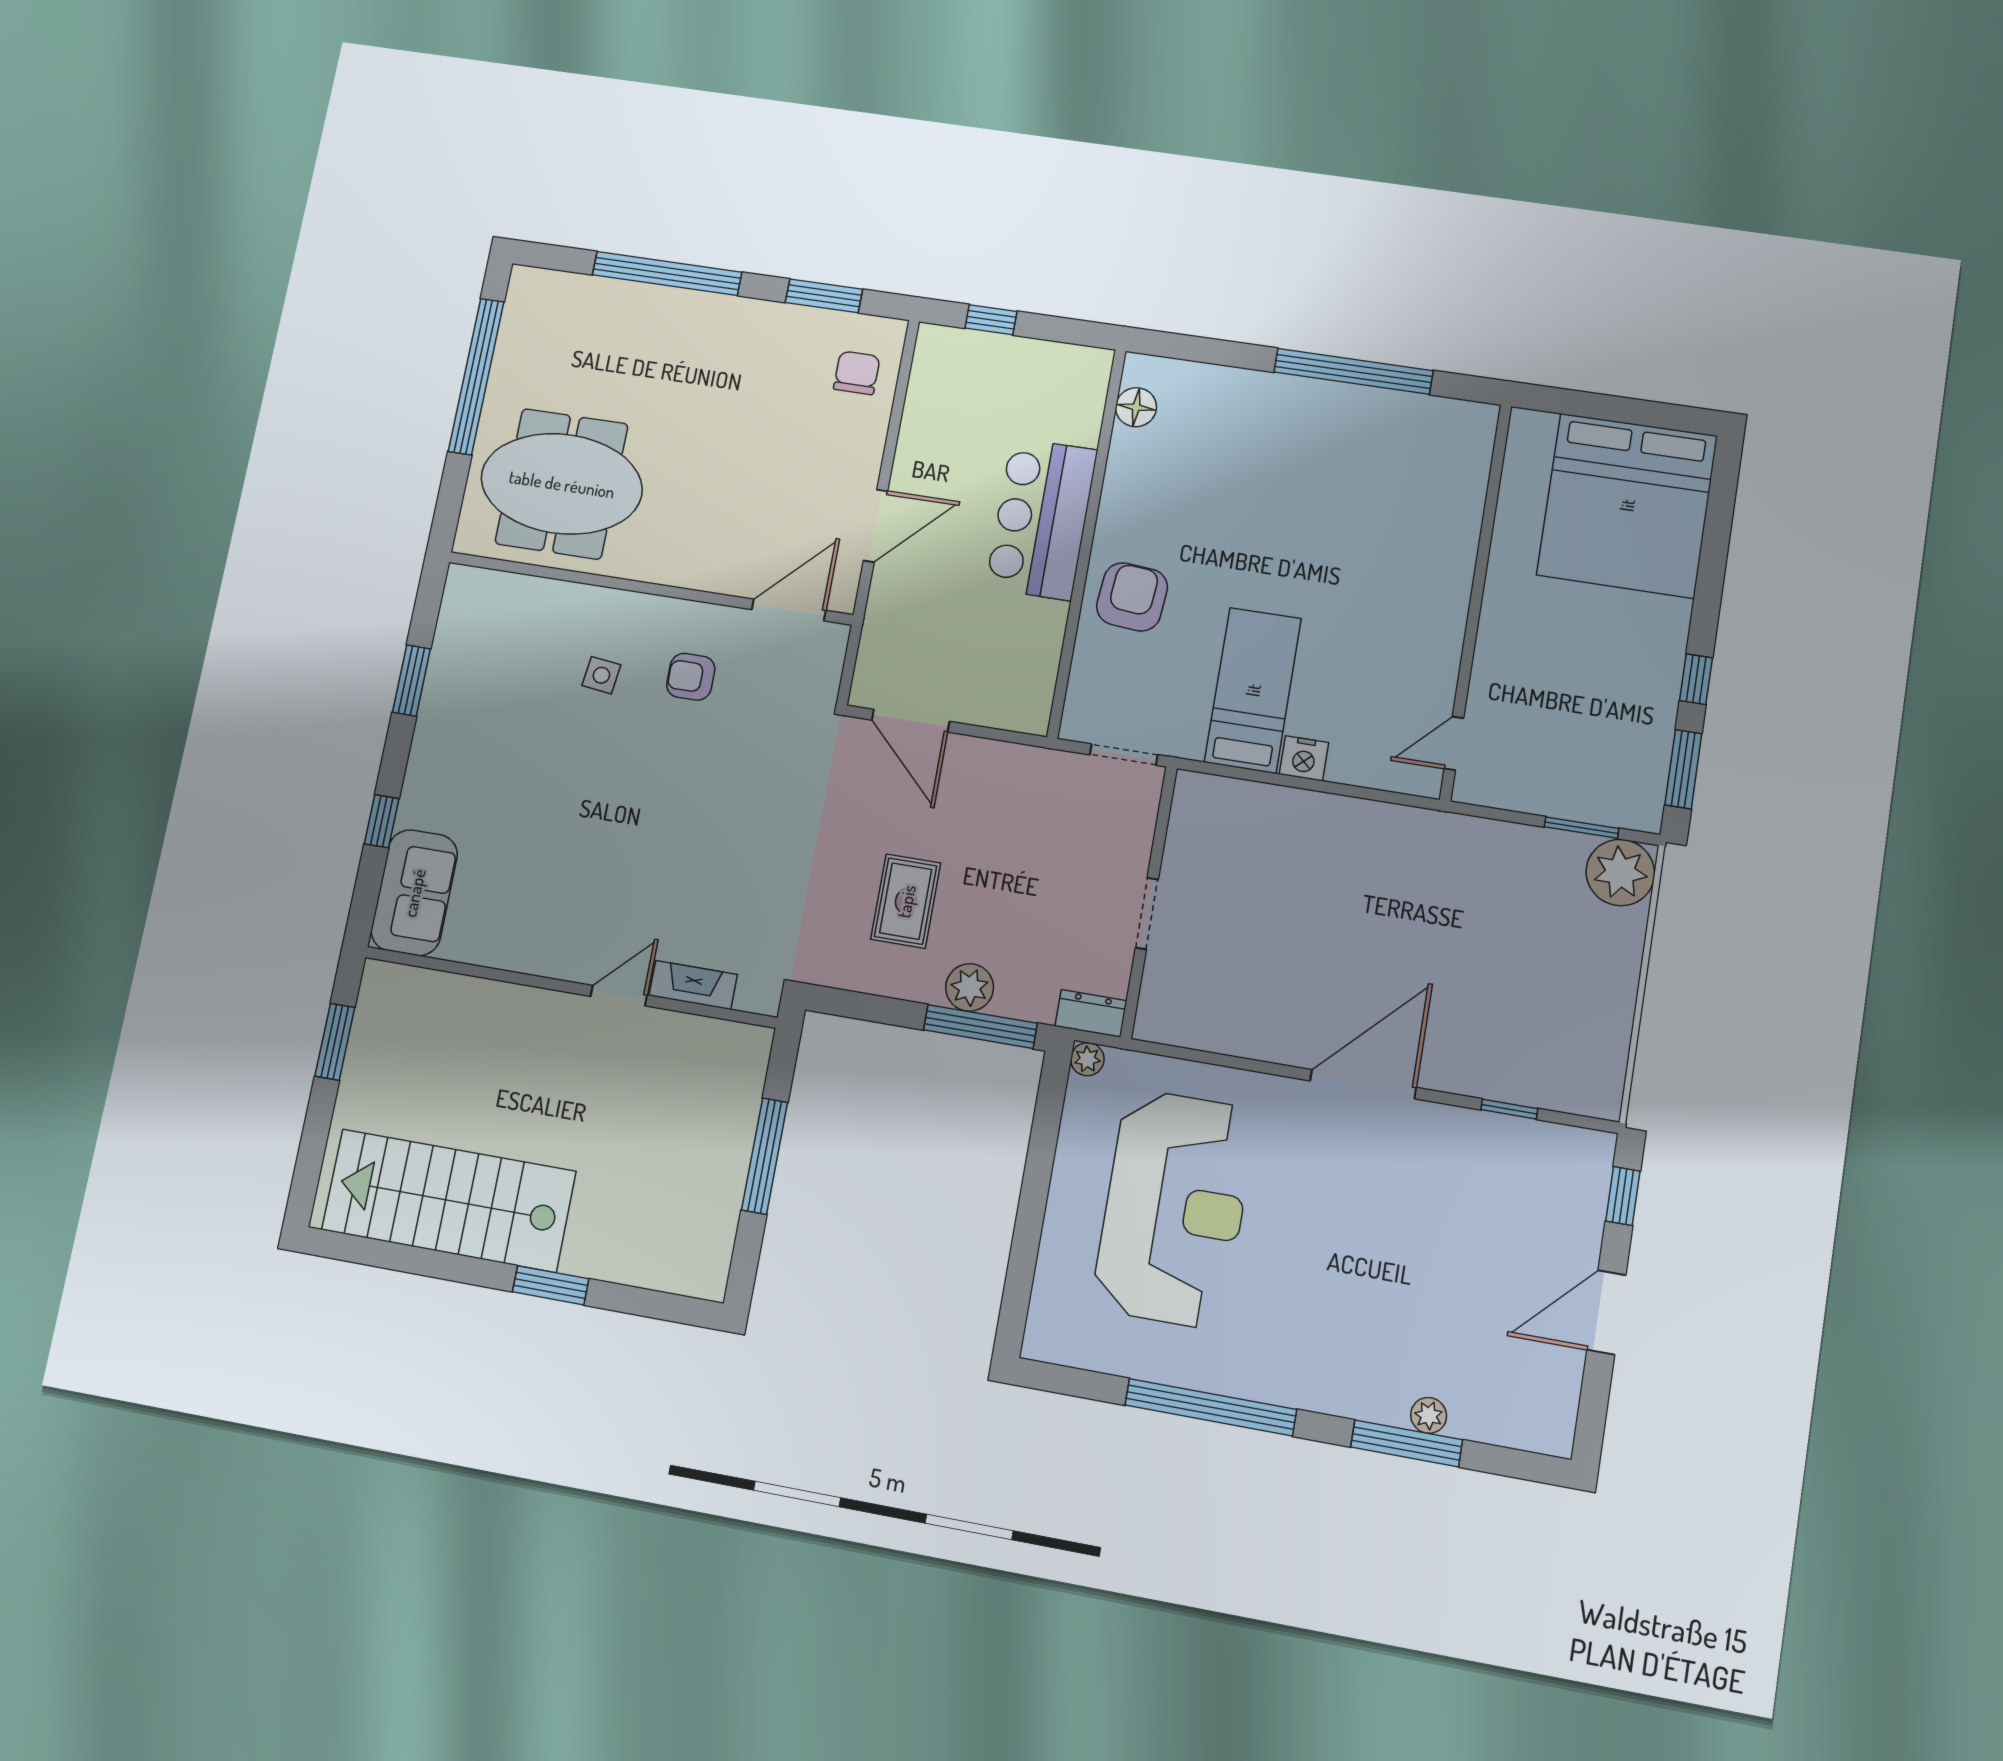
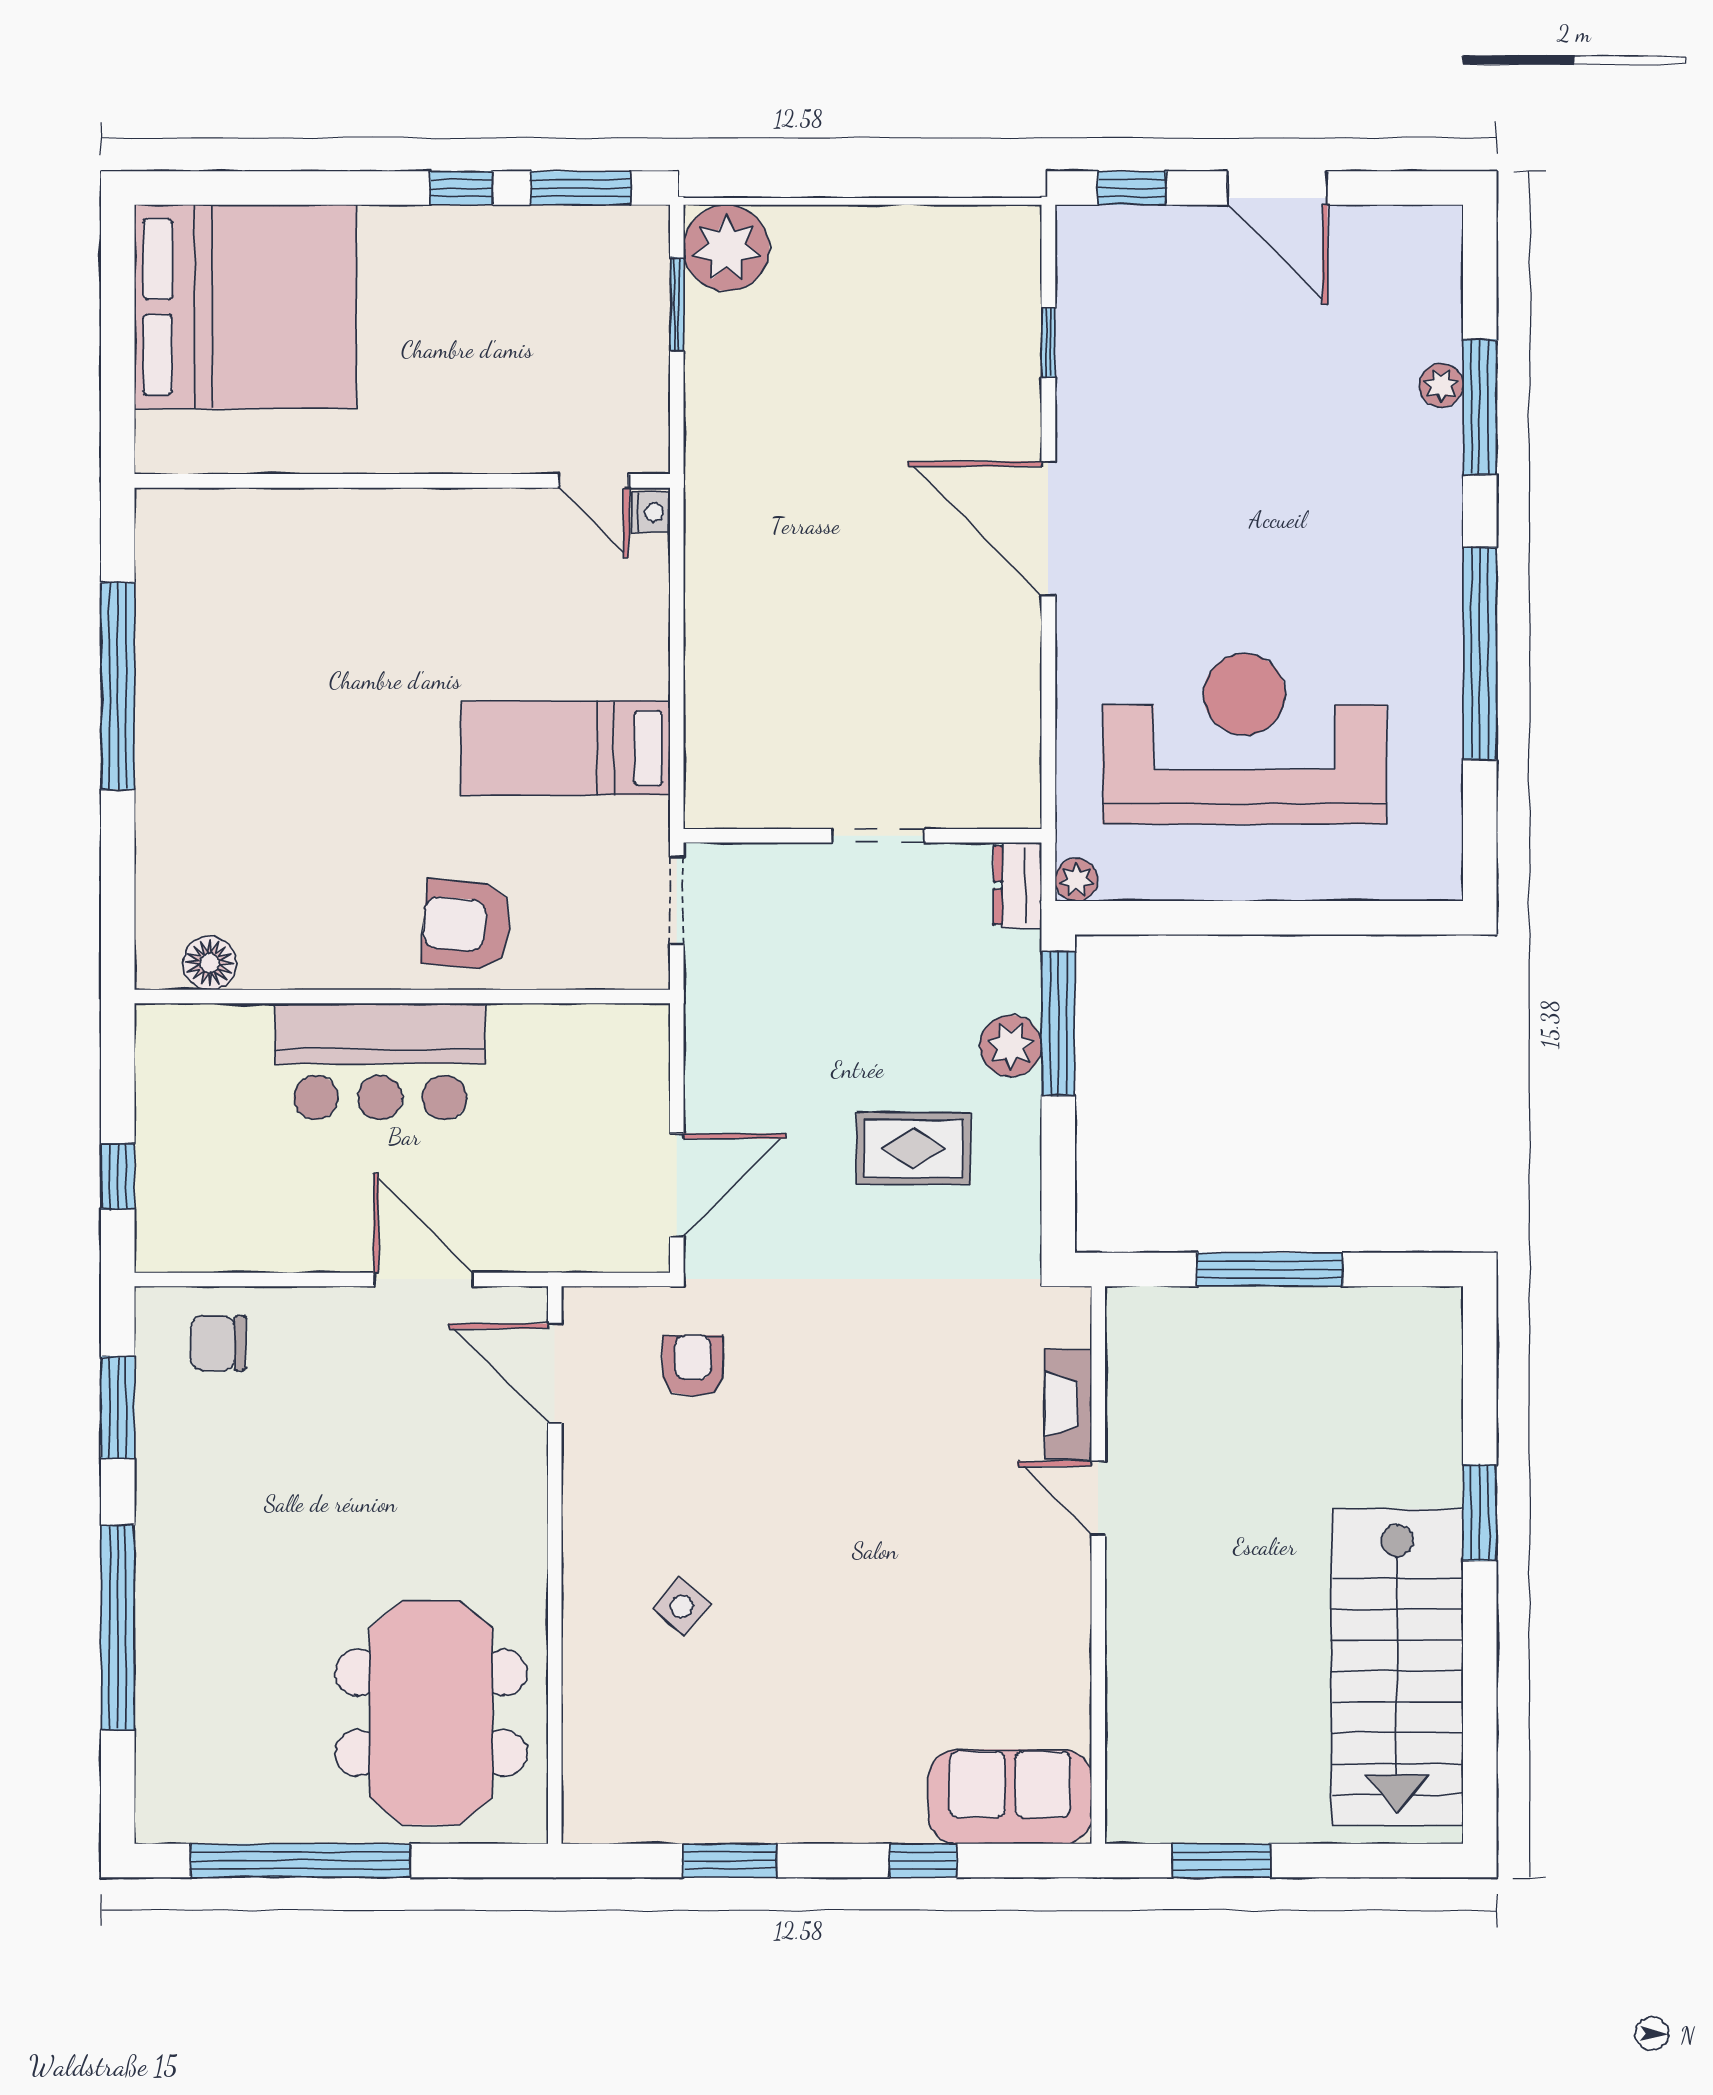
side table: (601, 675) -> (682, 1606), turned 33
armchair: (691, 677) -> (693, 1366), moved, turned 180
nightstand: (1304, 758) -> (651, 512), moved, width x0.72, depth x0.74

